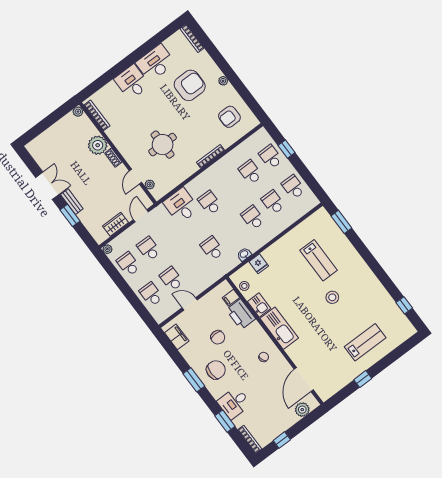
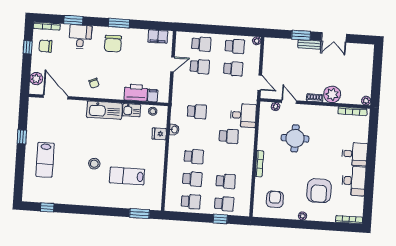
wardrobe: (116, 224) -> (269, 61), removed
chair: (218, 337) -> (46, 46), moved

